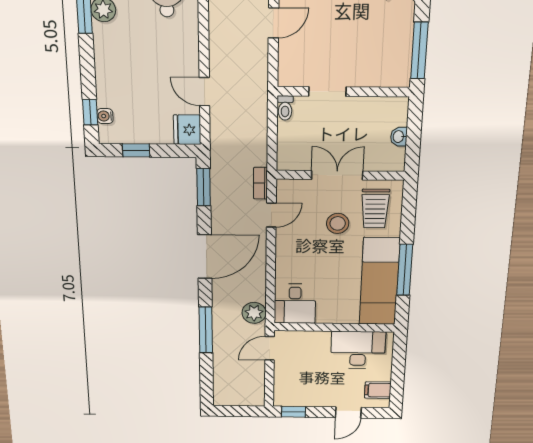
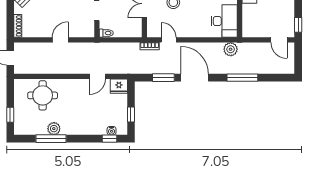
door: (274, 23) -> (60, 40), hinge flipped
window: (204, 187) -> (163, 78), moved
desk: (295, 304) -> (224, 21), width x1.37
door: (270, 348) -> (279, 40), moved

